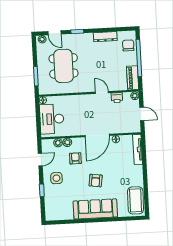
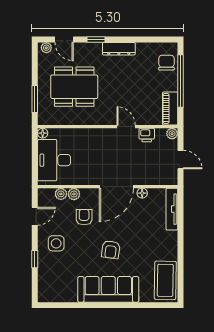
dresser: (105, 37) -> (119, 49), moved
dining table: (63, 66) -> (74, 87), turned 90

